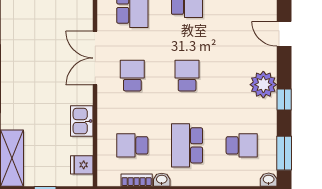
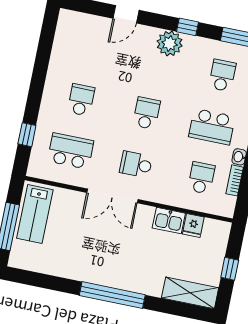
school desk: (187, 76) -> (146, 113), turned 90
school desk: (132, 145) -> (201, 178), turned 180
fridge: (82, 165) -> (193, 225), moved

